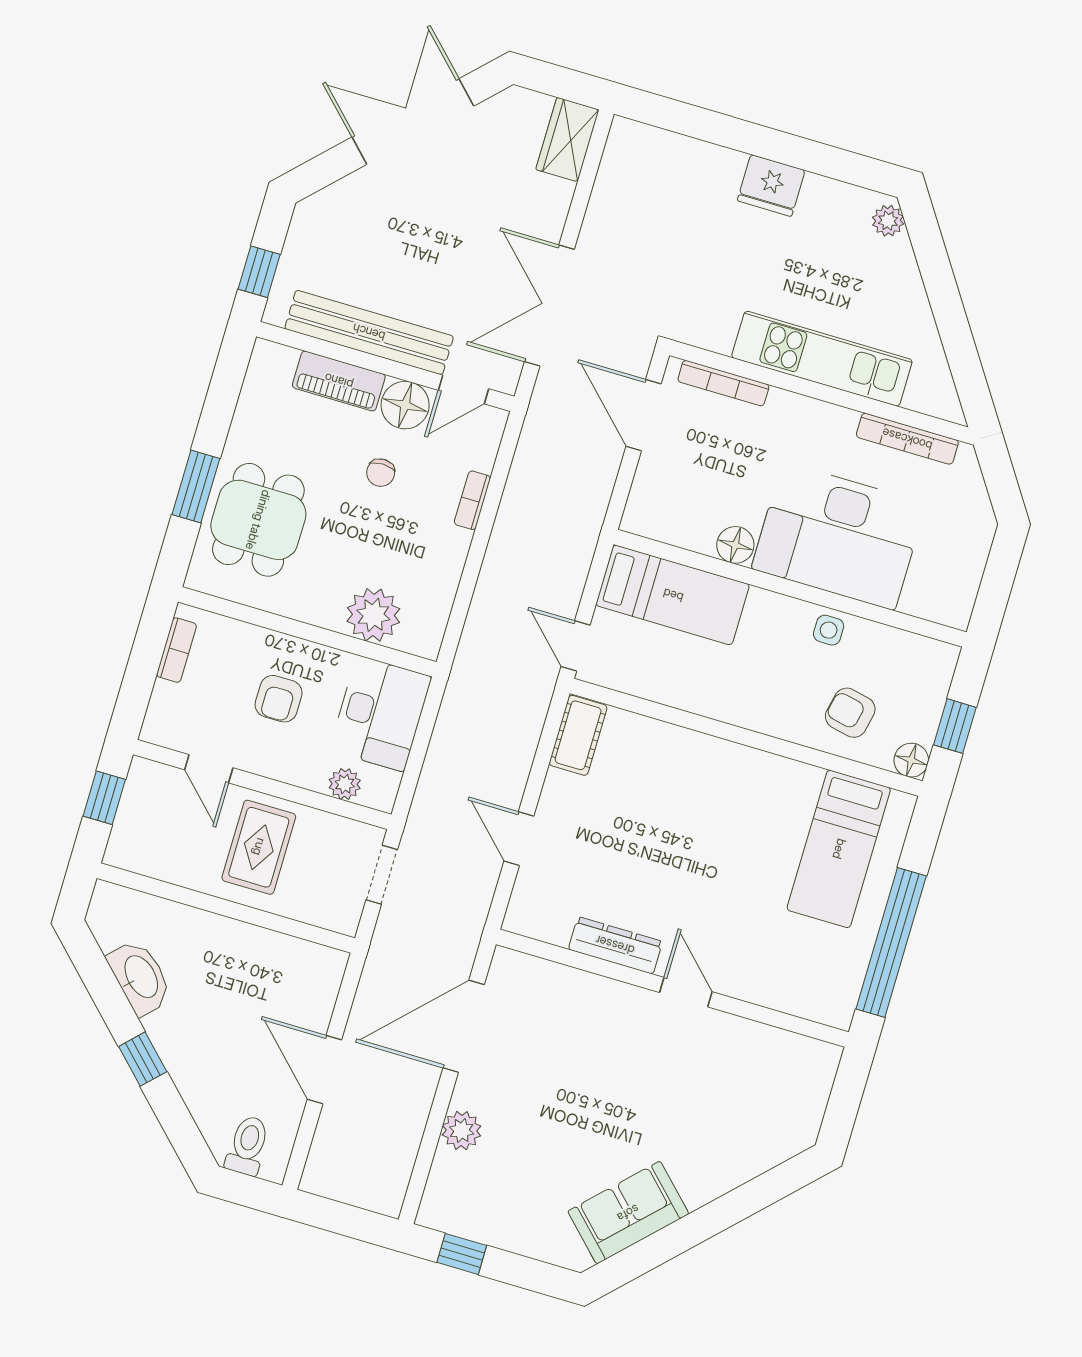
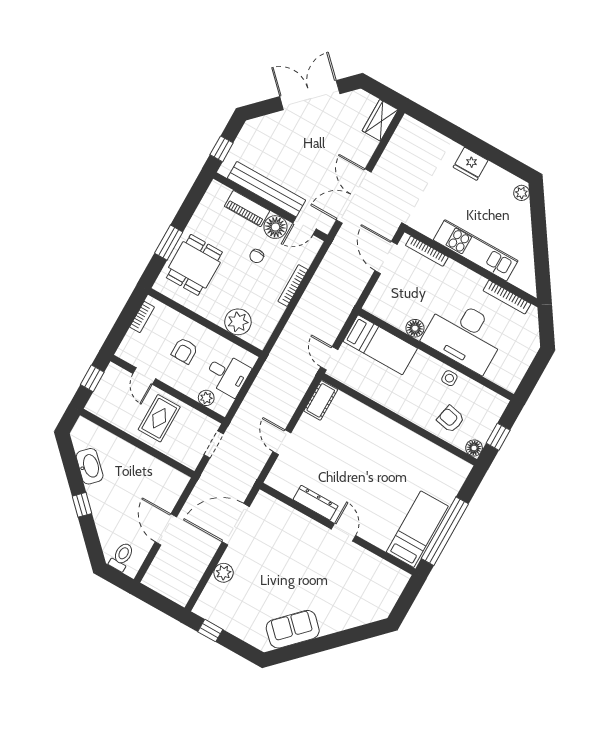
bookcase: (472, 500) -> (293, 286), width x1.56
desk: (380, 714) -> (227, 374), width x0.73
bed: (839, 849) -> (417, 529), moved, turned 180

